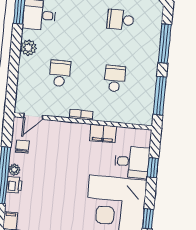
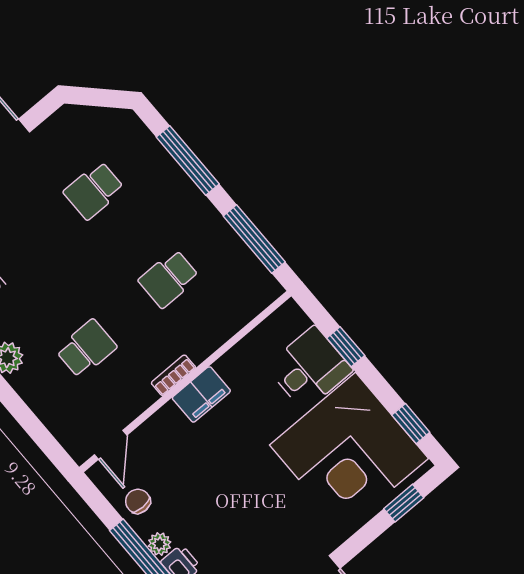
school desk: (60, 73) -> (86, 349), turned 90
school desk: (115, 79) -> (169, 279), turned -90
filing cabinet: (103, 134) -> (201, 394), moved

